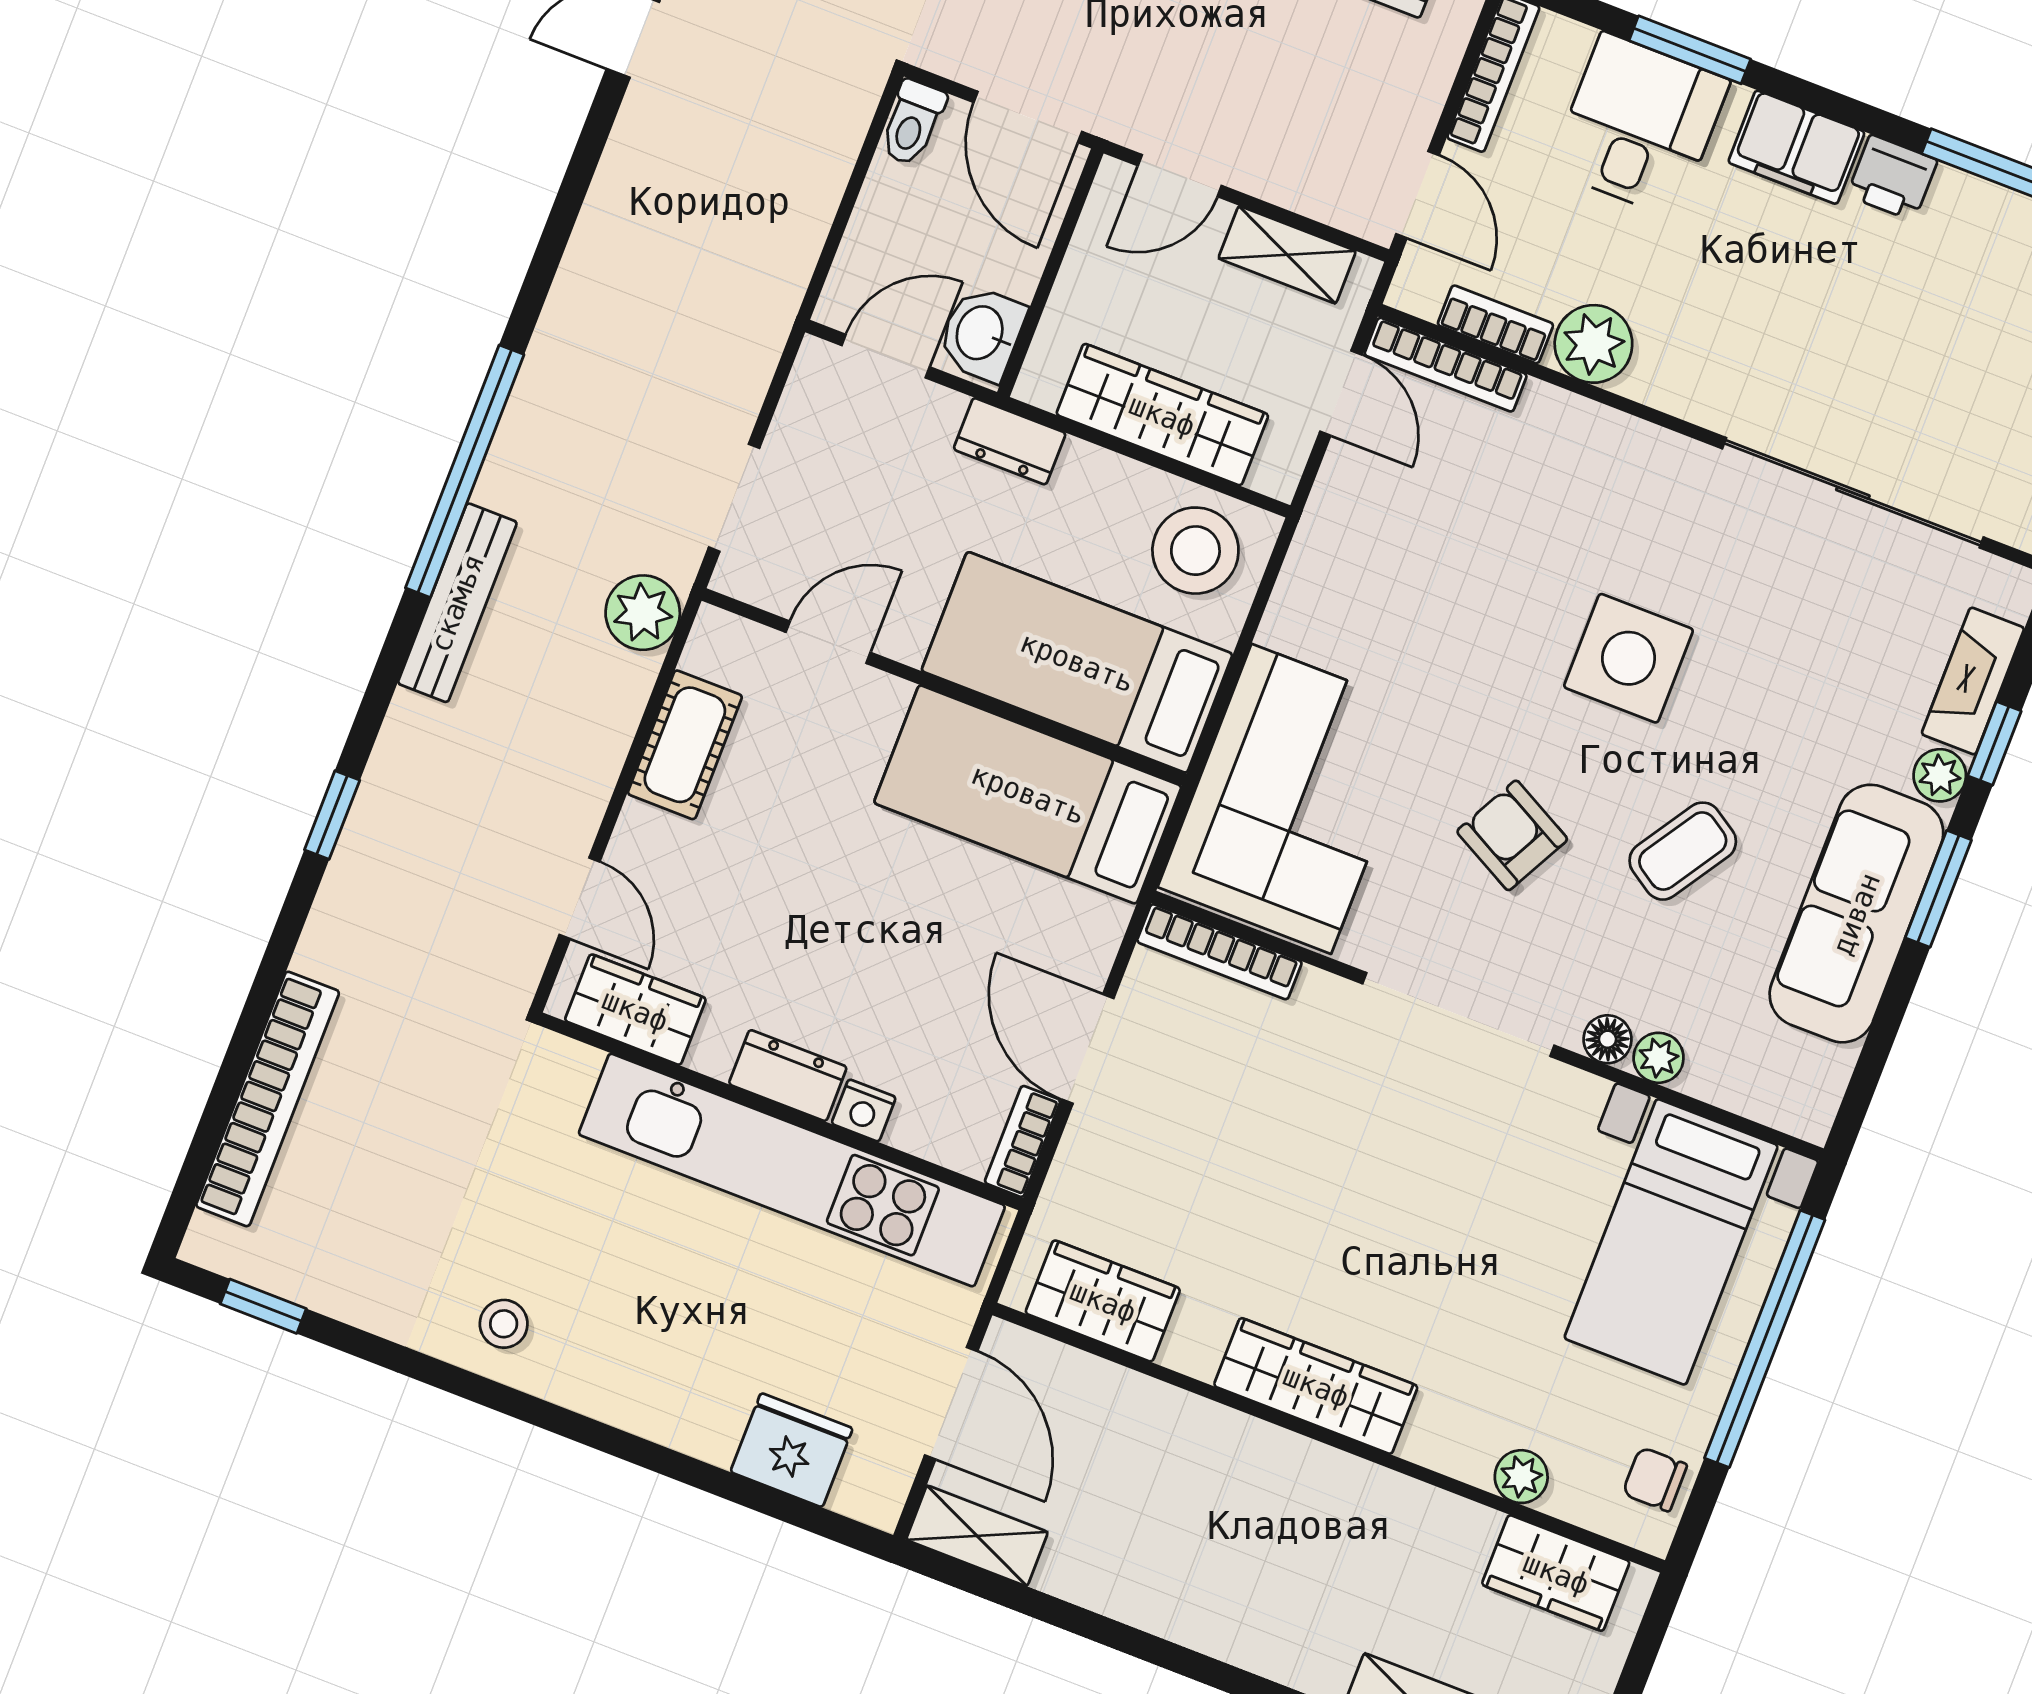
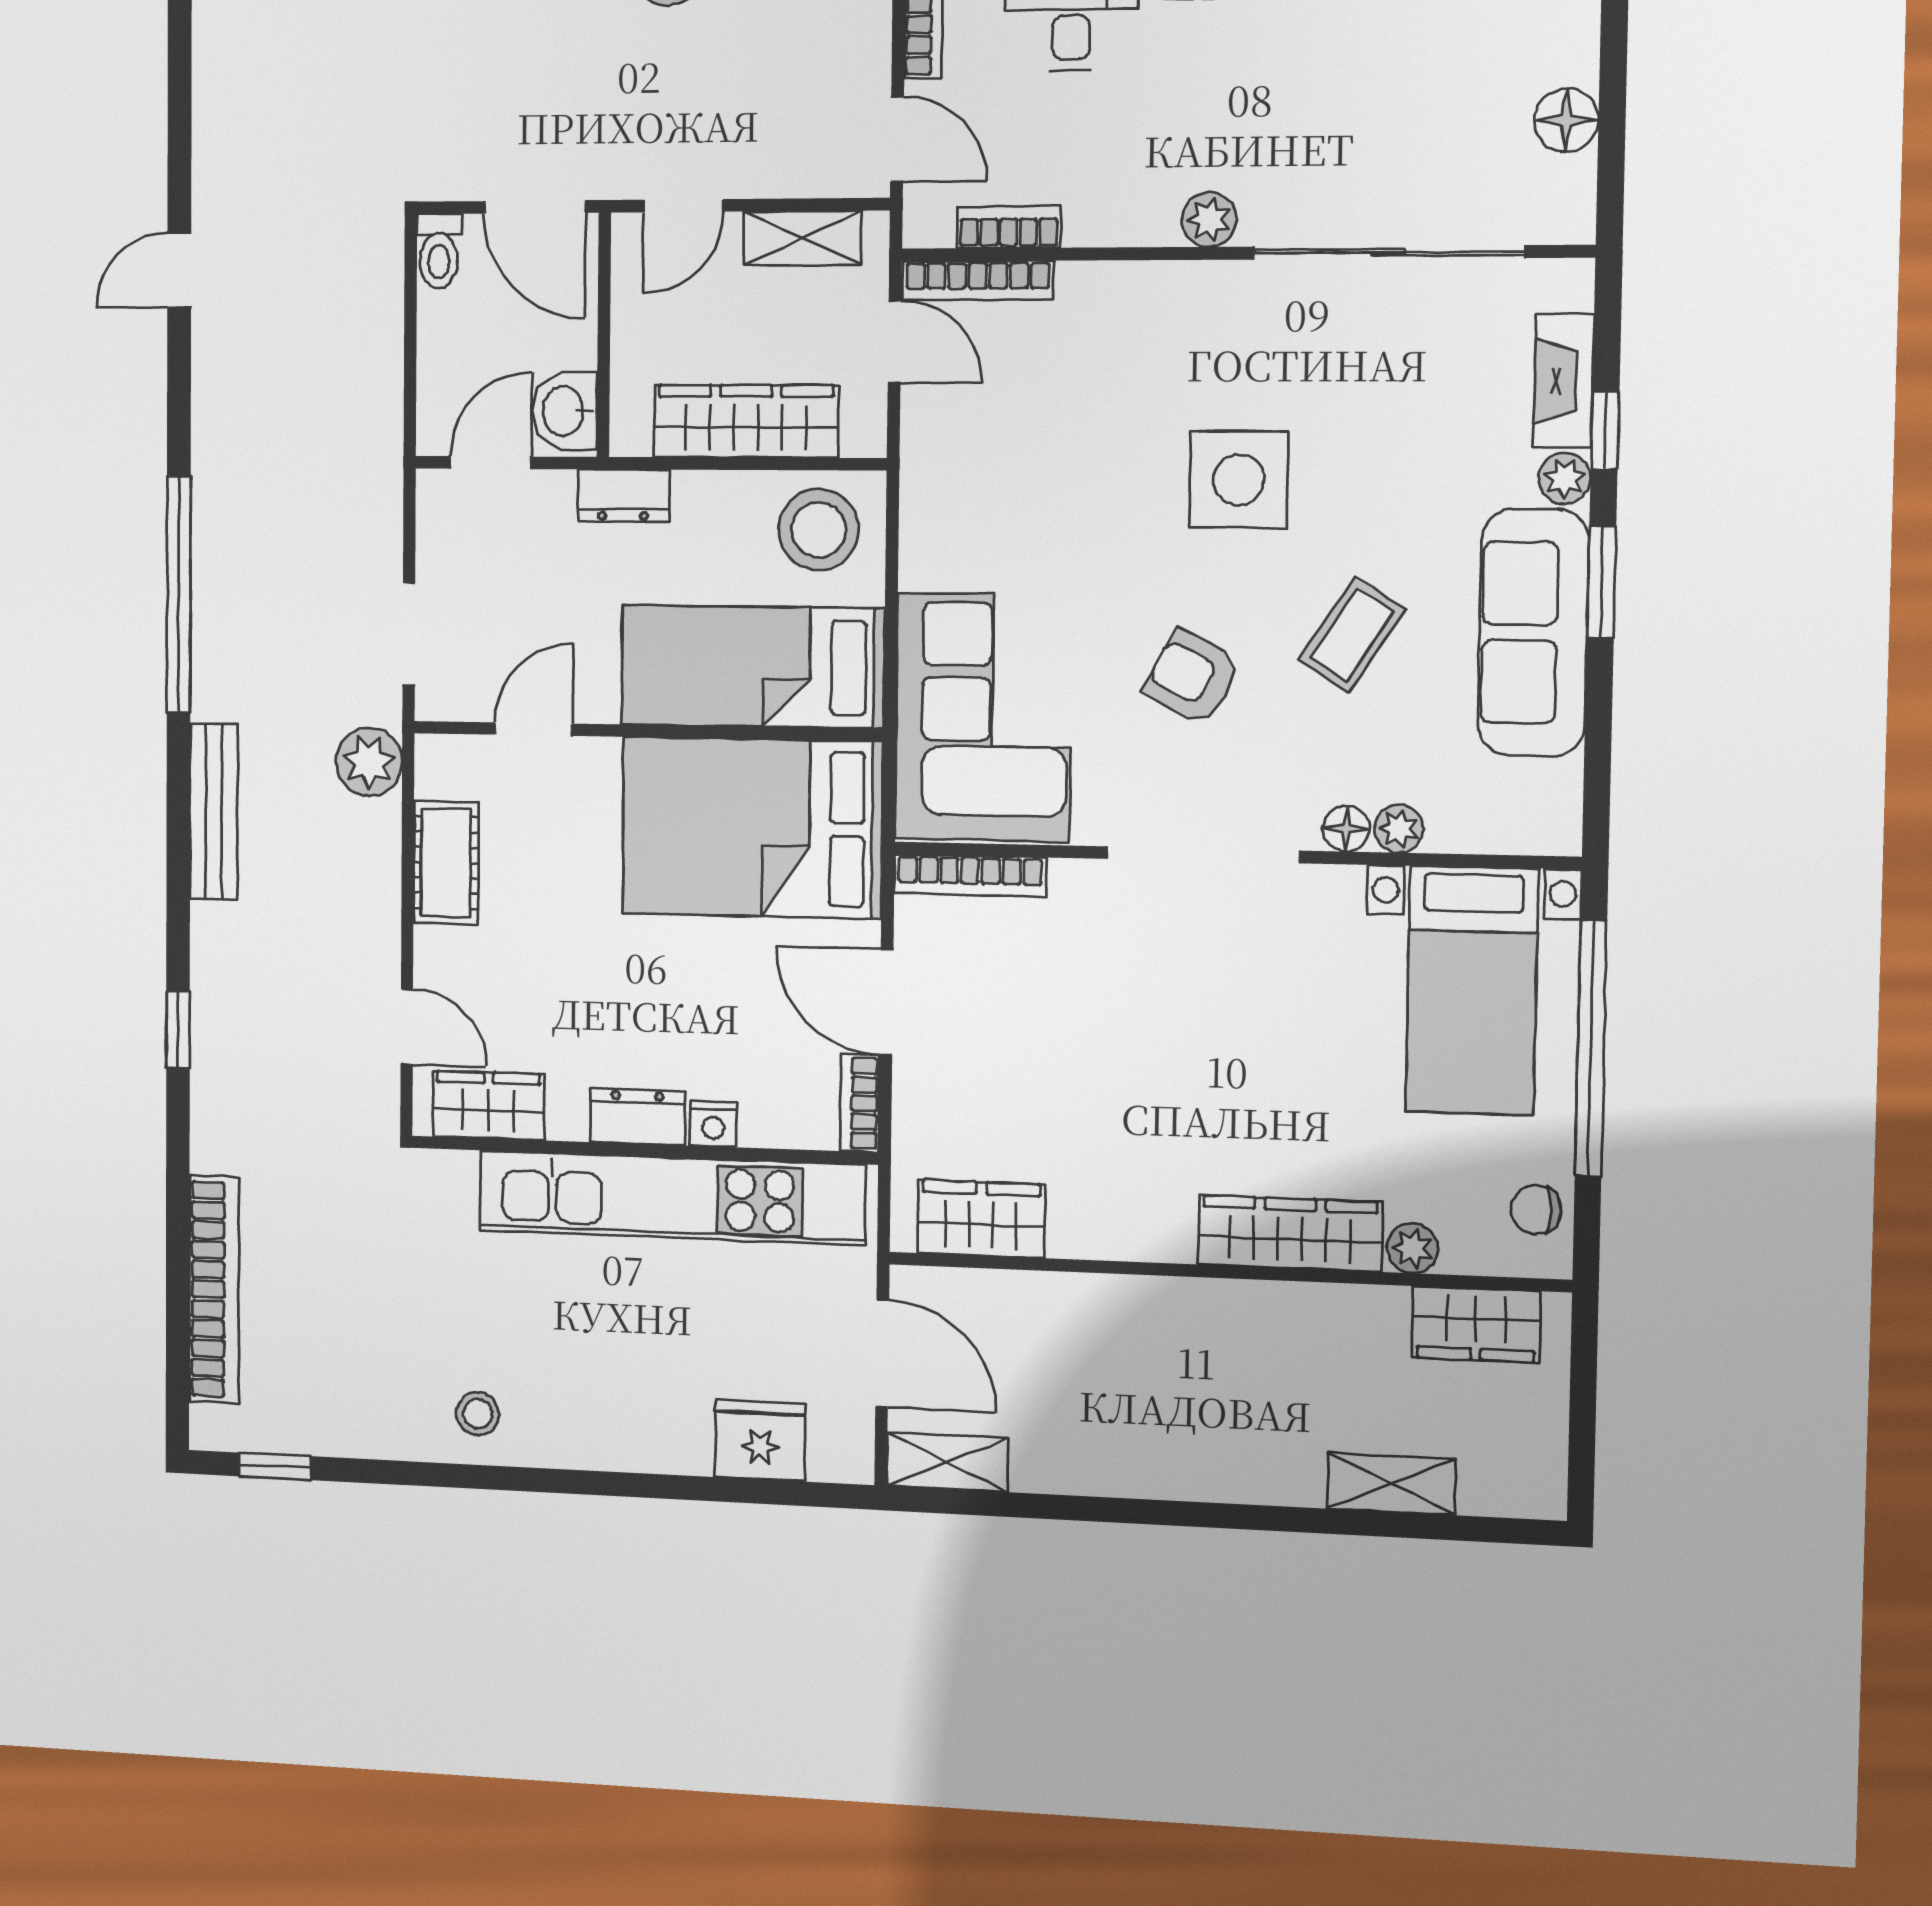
plant: (1593, 344) -> (1209, 220), moved, width x0.73, depth x0.73
window: (465, 471) -> (179, 595), moved
bed: (1028, 794) -> (752, 828), width x1.50
wardrobe: (1316, 1386) -> (1290, 1233), moved

